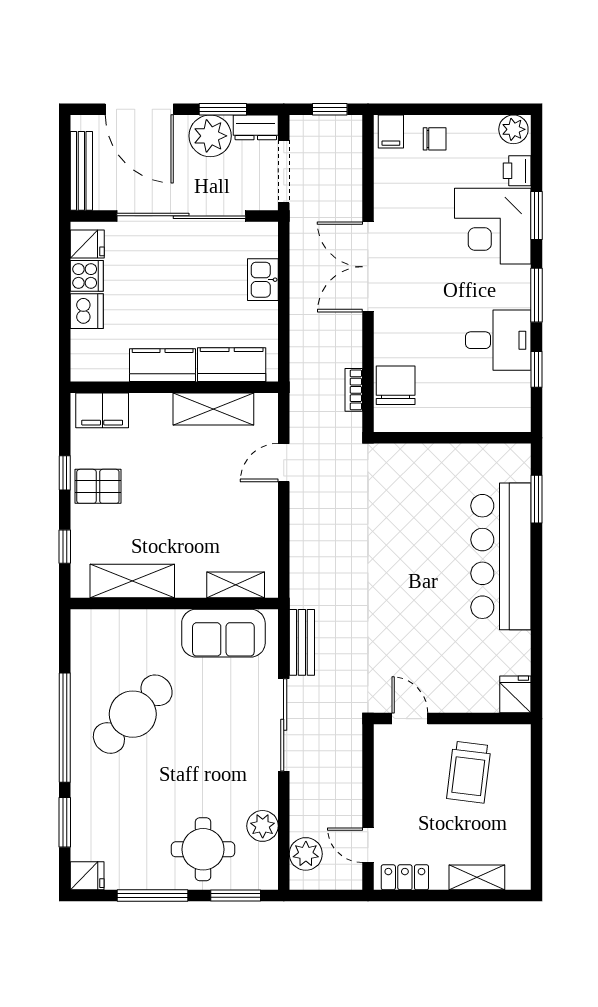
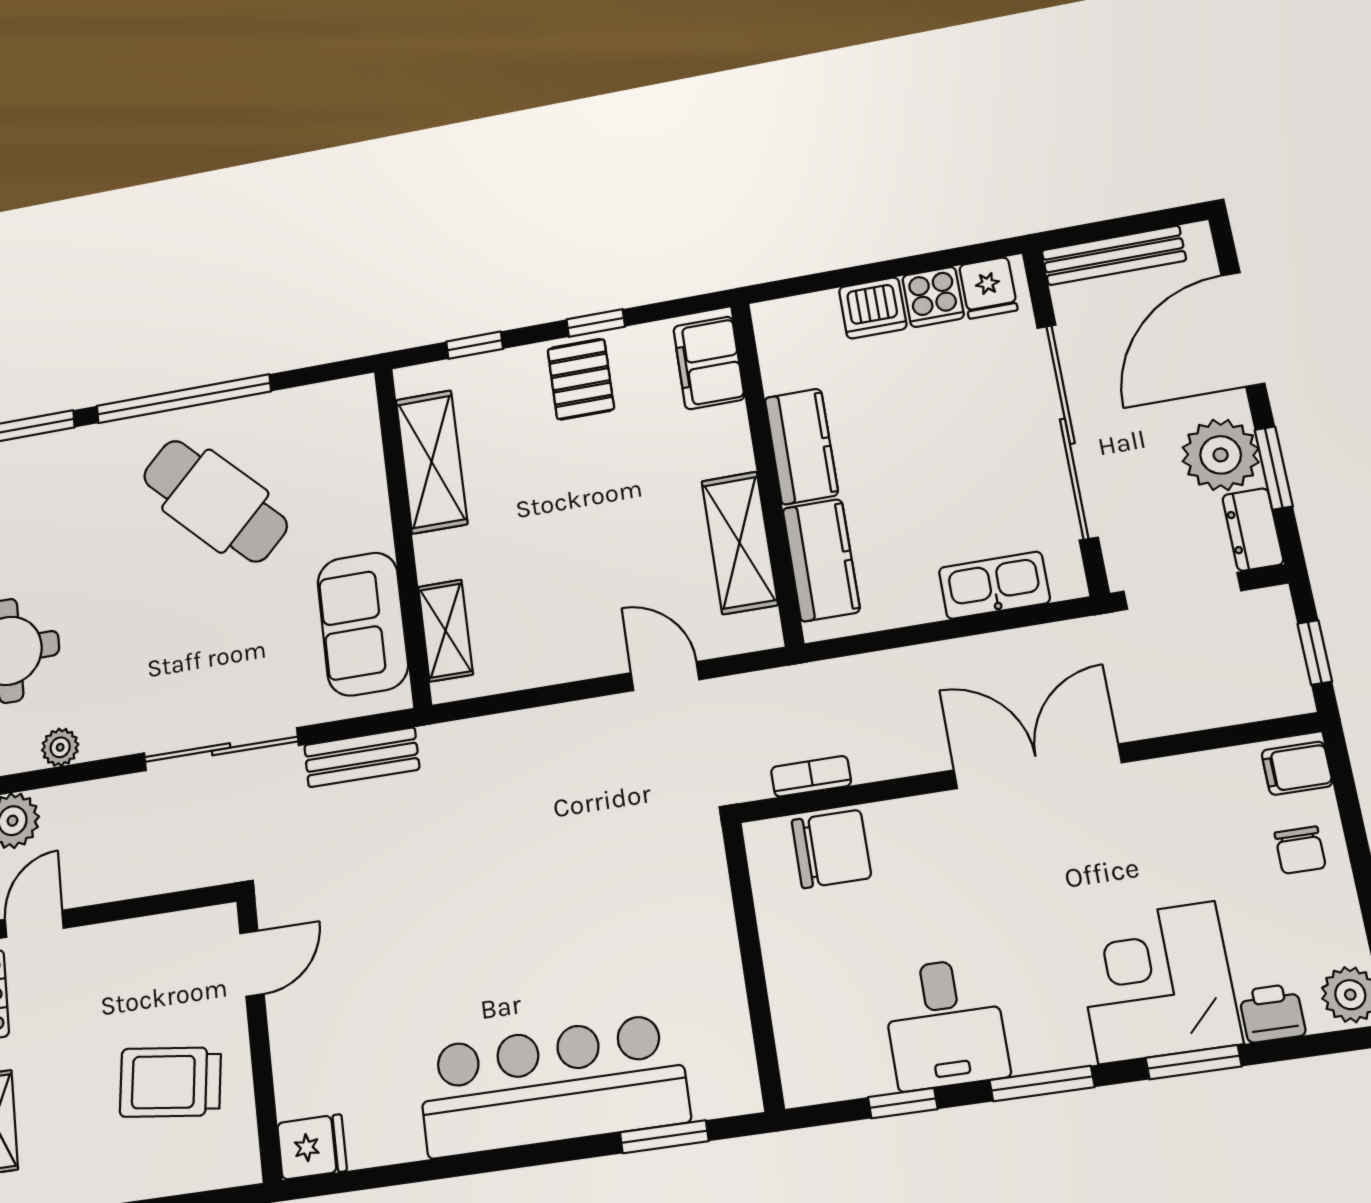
kitchen sink: (263, 280) -> (994, 585), width x1.38
plant: (263, 826) -> (60, 747), width x0.73, depth x0.73

